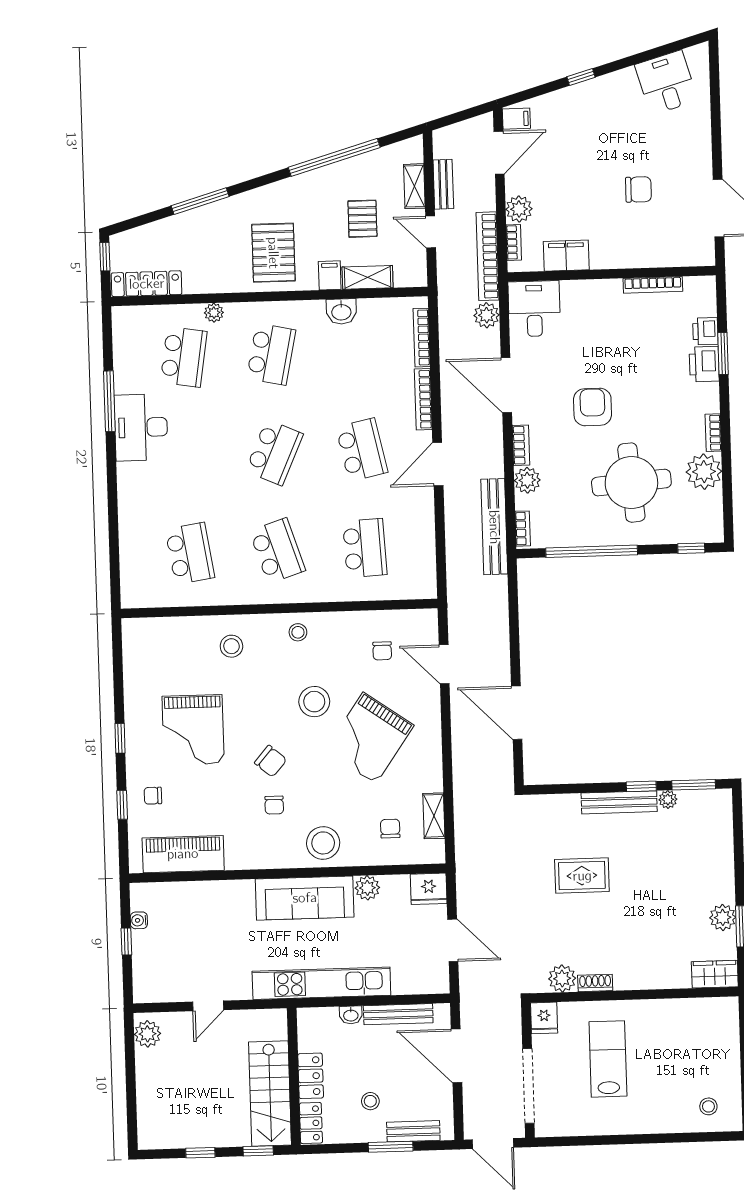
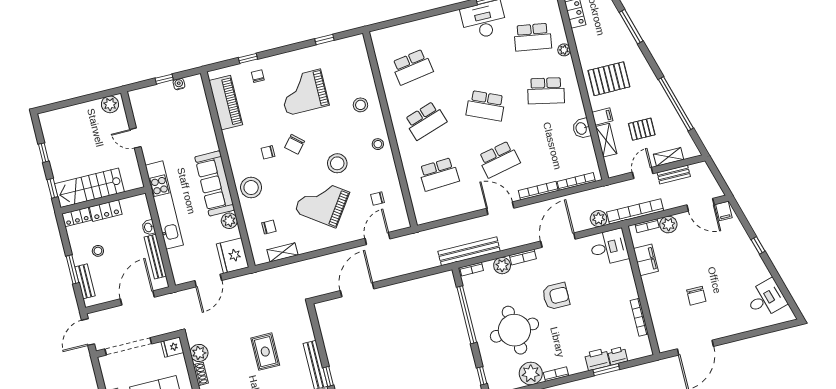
window: (120, 738) -> (324, 39), moved
fridge: (429, 889) -> (233, 256), width x1.36, depth x1.34

